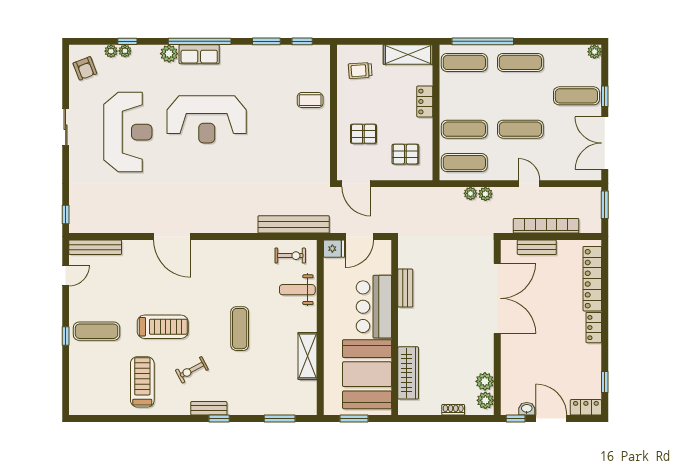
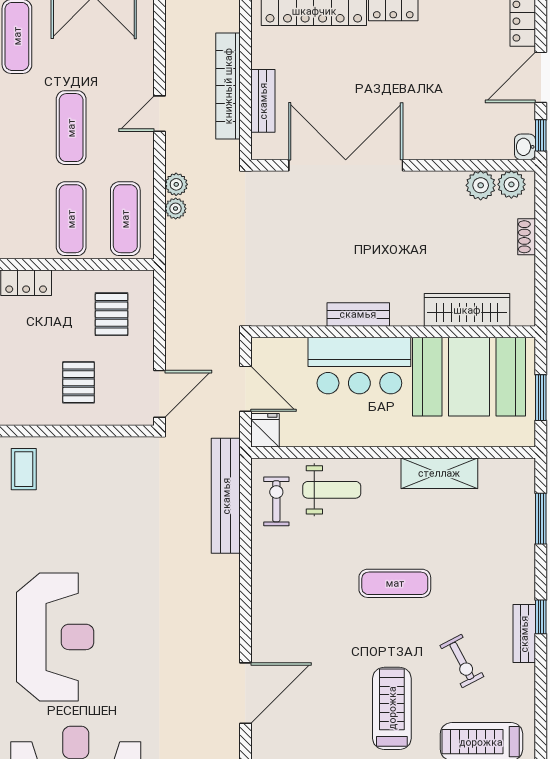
bench: (405, 288) -> (358, 314), moved
weight bench: (297, 290) -> (332, 490), turned -90
washbasin: (527, 409) -> (525, 147), moved

